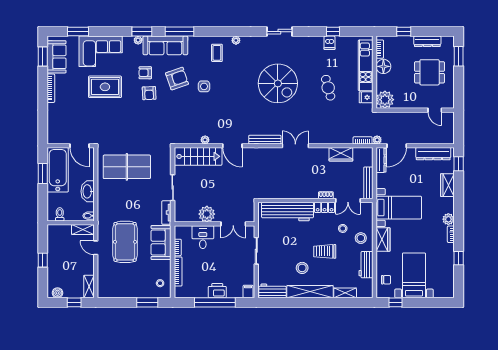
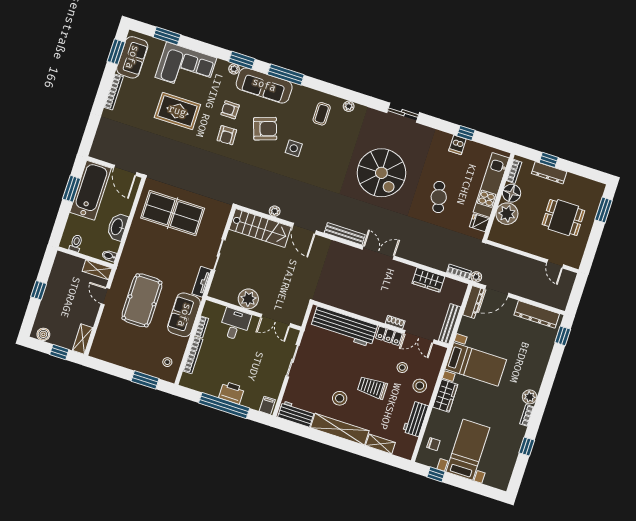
dresser: (427, 41) -> (549, 173), moved
plant: (385, 100) -> (507, 214), moved
wardrobe: (447, 185) -> (541, 357), removed

